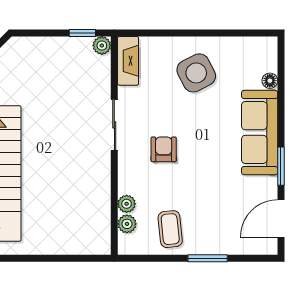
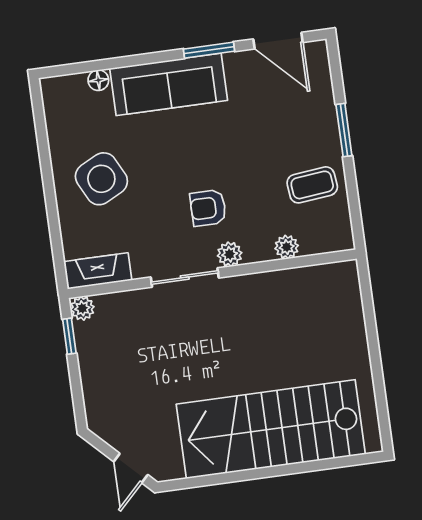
plant: (127, 224) -> (230, 254), moved

